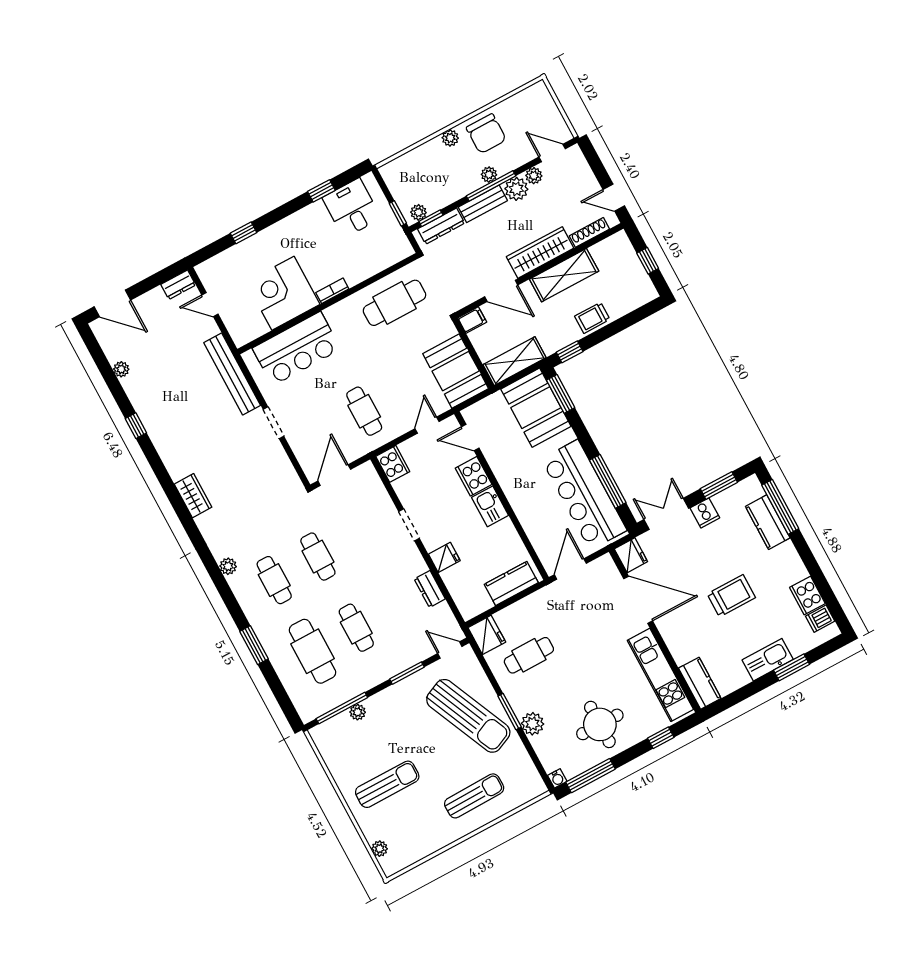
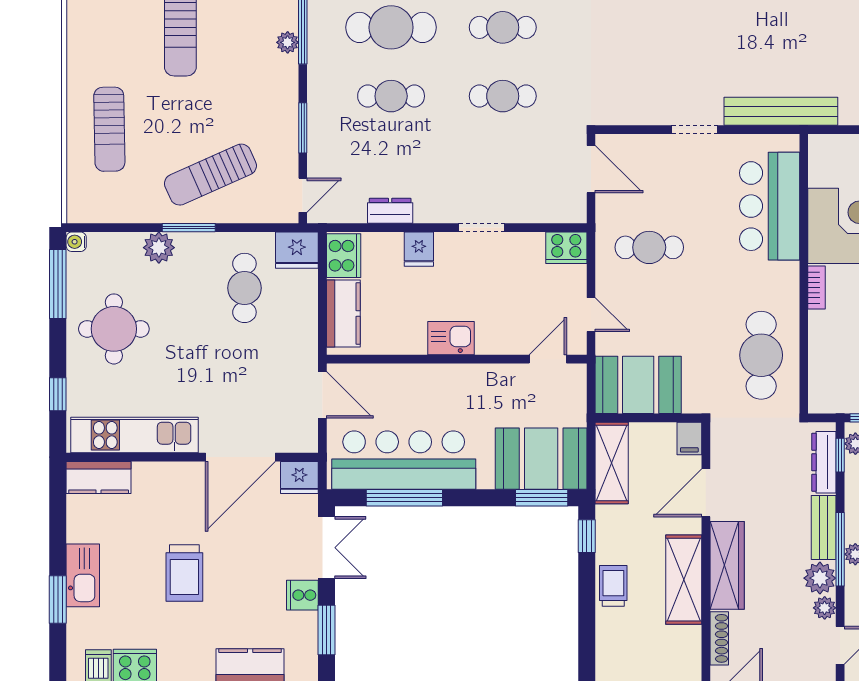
cooker: (474, 476) -> (344, 256), moved, turned 90
sun lounger: (468, 716) -> (210, 175), width x0.73, depth x0.75

